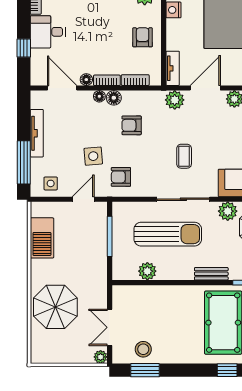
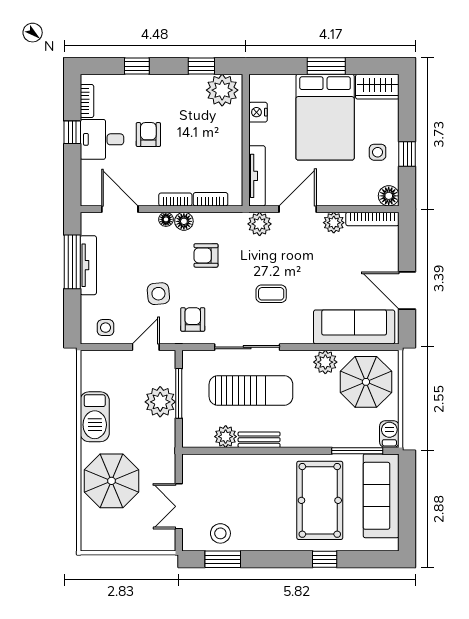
armchair: (143, 37) -> (148, 135), moved
window: (24, 48) -> (72, 132), moved
tv unit: (173, 68) -> (257, 176), width x1.41
floor lamp: (86, 80) -> (150, 199), removed
coffee table: (184, 156) -> (271, 294), turned 90
window: (24, 162) -> (72, 262), moved
armchair: (121, 177) -> (193, 319), turned 90
sliding door: (183, 199) -> (247, 347), moved
barbecue: (42, 238) -> (95, 417), moved
bench: (211, 274) -> (259, 440), moved
plant: (101, 357) -> (160, 402), moved, width x1.87, depth x1.87

